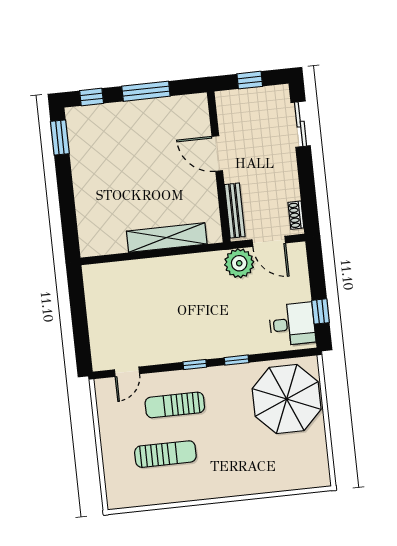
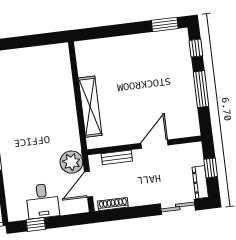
dresser: (268, 94) -> (200, 182), added
bench: (235, 211) -> (117, 157), width x0.73
shoe rack: (296, 215) -> (113, 204), width x1.43
desk: (292, 324) -> (42, 201), moved

